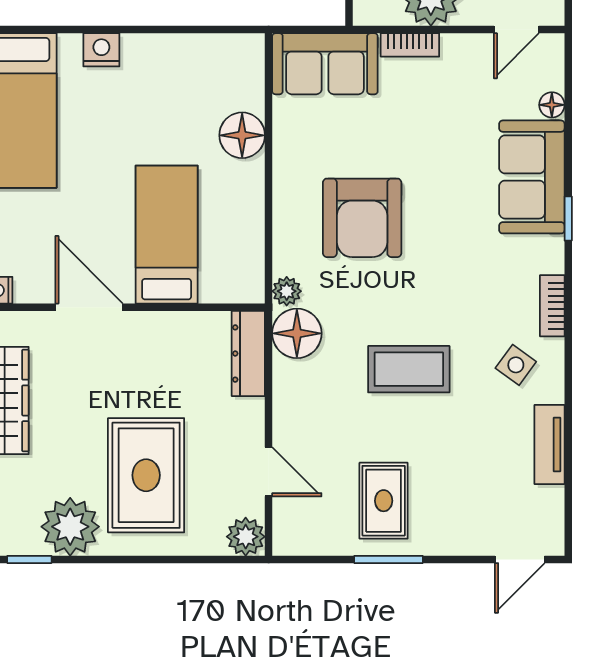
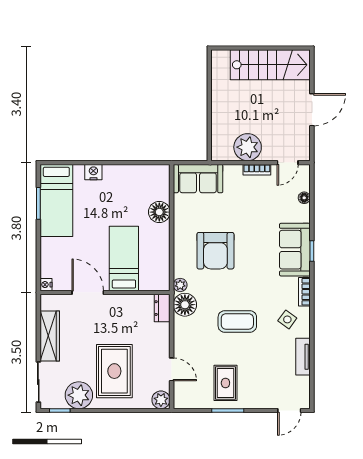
bookcase: (410, 45) -> (257, 170), moved
sofa: (532, 177) -> (295, 250), moved
dresser: (248, 354) -> (162, 308), width x0.70

